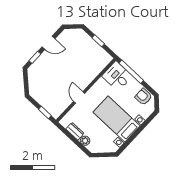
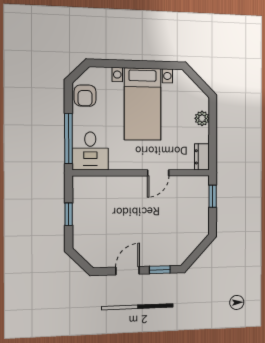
door: (48, 43) -> (128, 271), hinge flipped
dresser: (75, 131) -> (202, 157), moved

